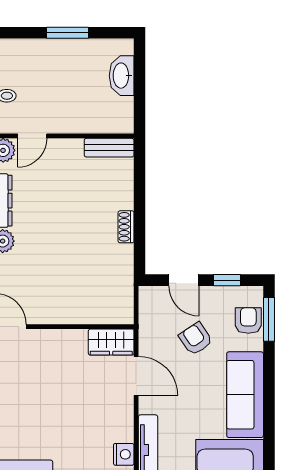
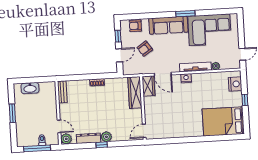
wardrobe: (98, 311) -> (135, 93), added
window: (269, 319) -> (185, 14), moved
door: (136, 376) -> (163, 74), swing flipped
nightstand: (124, 454) -> (186, 78), moved

